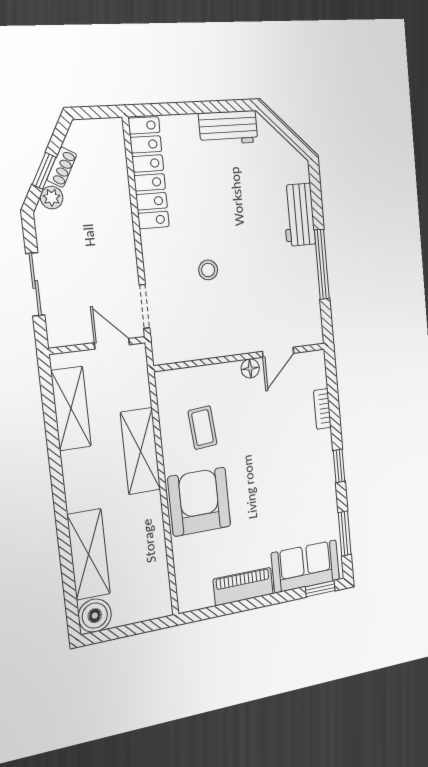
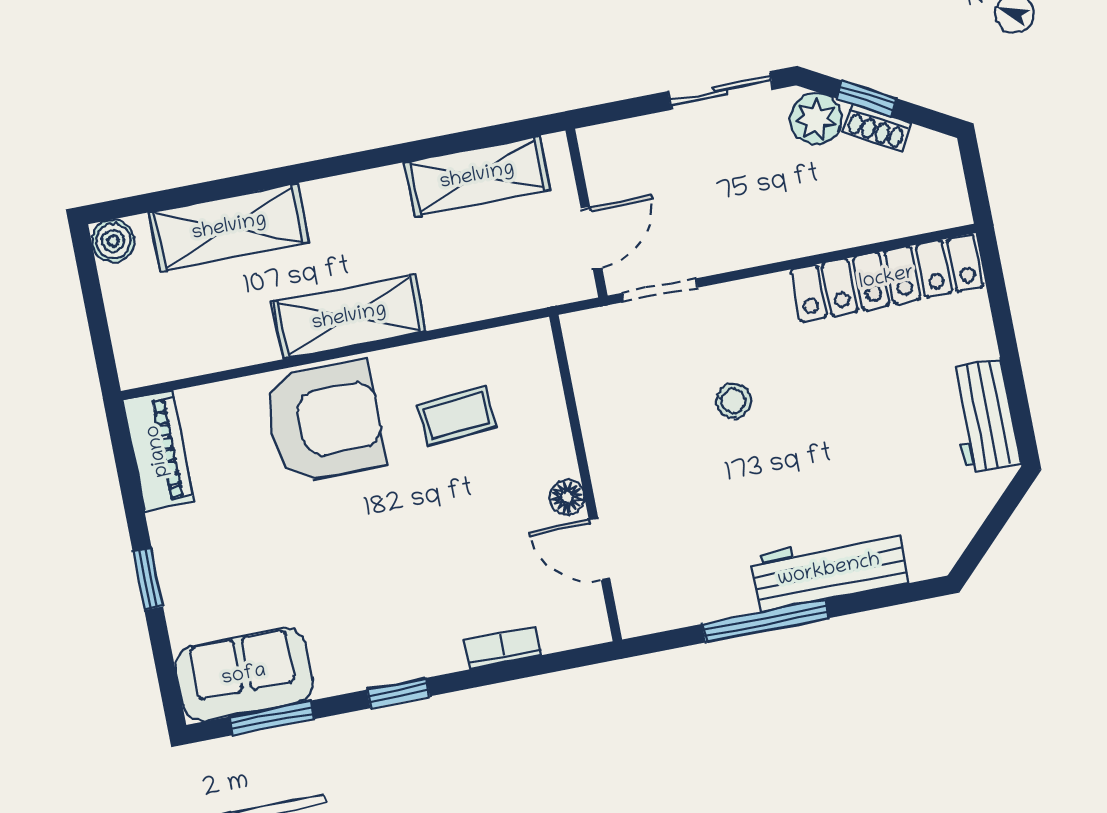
plant: (52, 198) -> (816, 119), width x1.38, depth x1.38
workbench: (299, 215) -> (829, 570), width x1.38
sliding door: (35, 284) -> (720, 90), moved
shelving: (140, 451) -> (349, 317), moved
sofa: (306, 566) -> (244, 675), moved, turned -90
piano: (243, 586) -> (158, 451), moved
window: (320, 589) -> (148, 579), moved
boiler: (95, 616) -> (113, 241), width x0.73, depth x0.73

